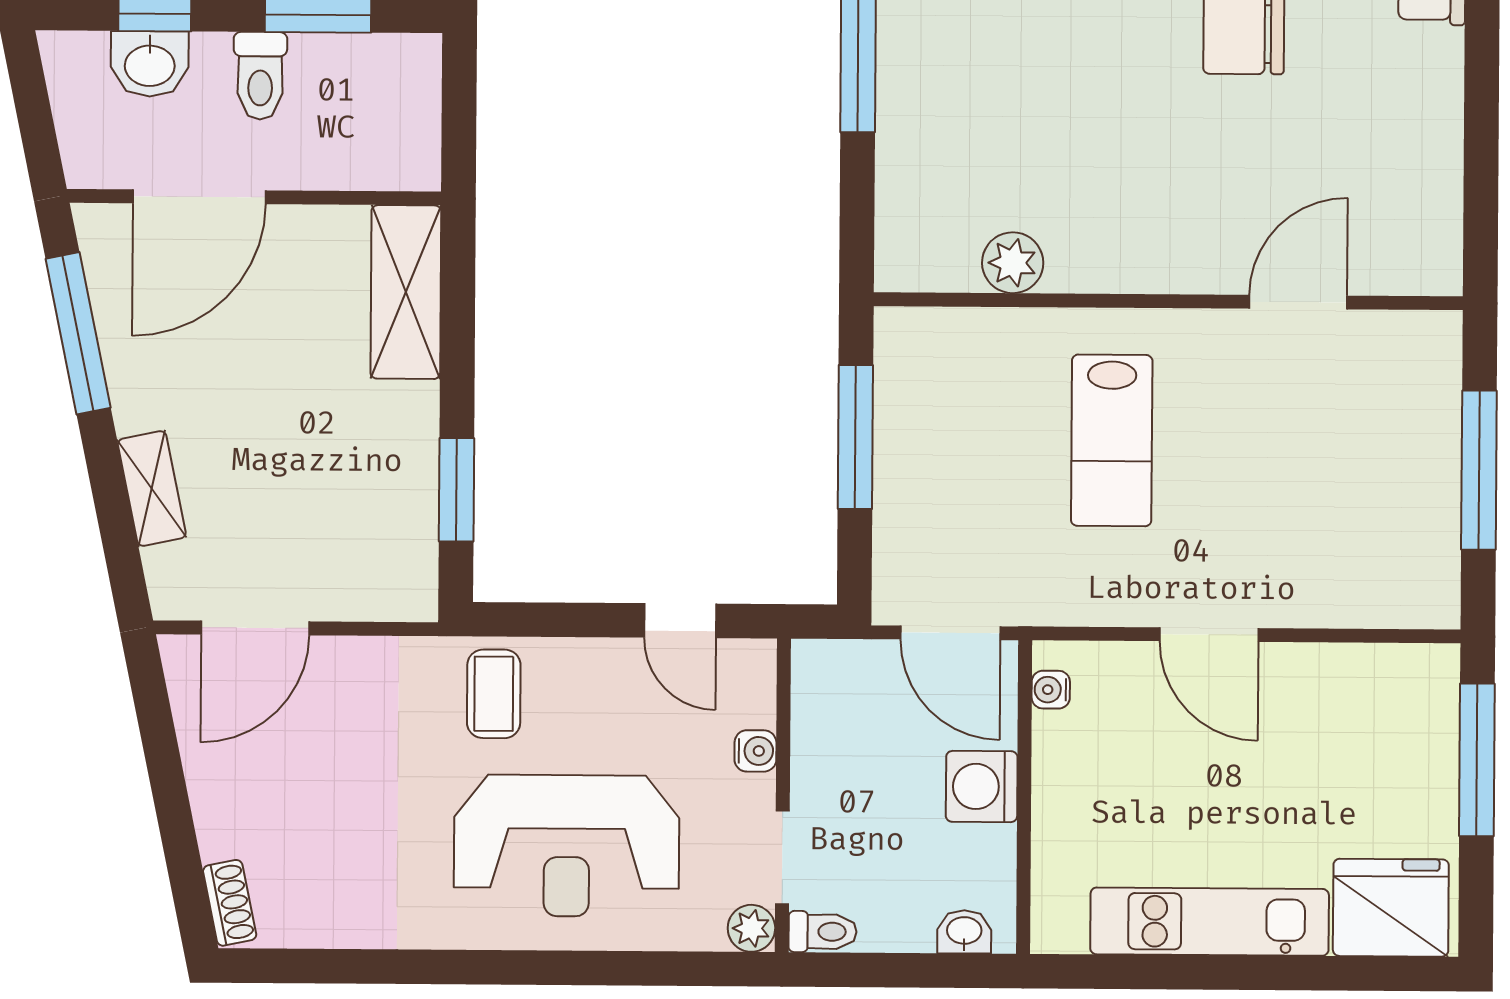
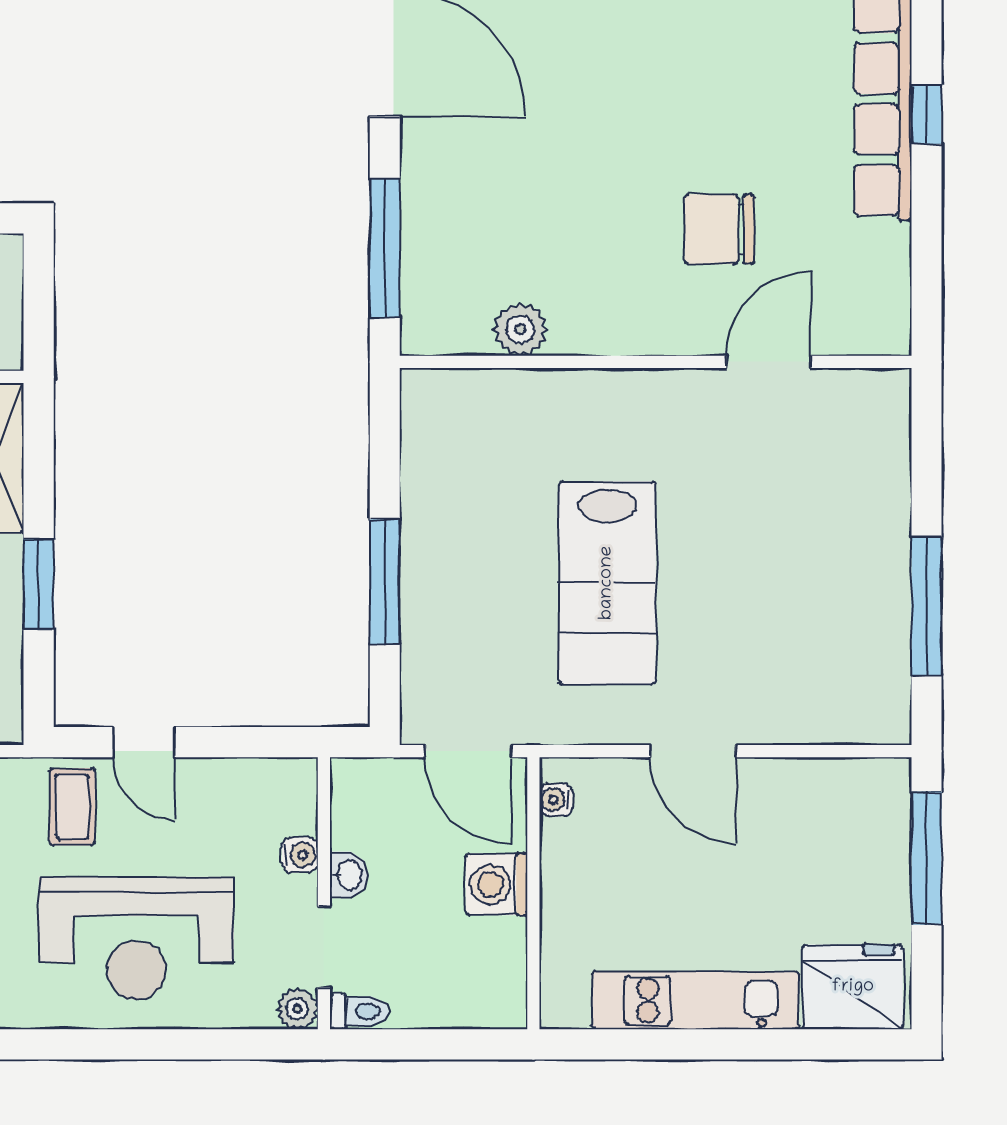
plant: (1013, 263) -> (520, 329), moved
wall: (1168, 301) -> (656, 362), moved
door: (1298, 302) -> (768, 362), moved
lab bench: (1112, 440) -> (607, 583), width x1.36, depth x1.39
window: (456, 490) -> (39, 584), moved
door: (680, 621) -> (144, 742), moved
washbasin: (964, 932) -> (349, 875), moved, turned 90

